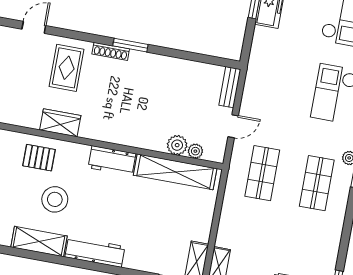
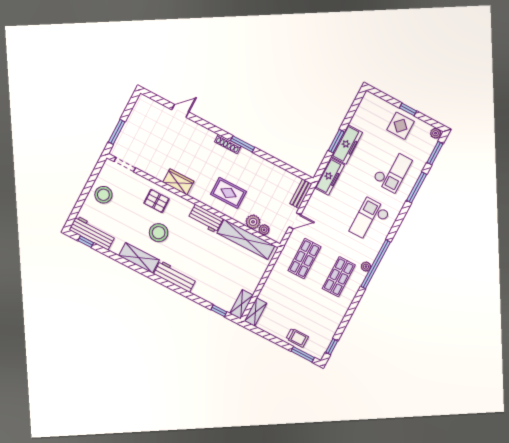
freezer: (261, 52) -> (329, 176), added
rug: (67, 68) -> (228, 193), moved, turned 90

